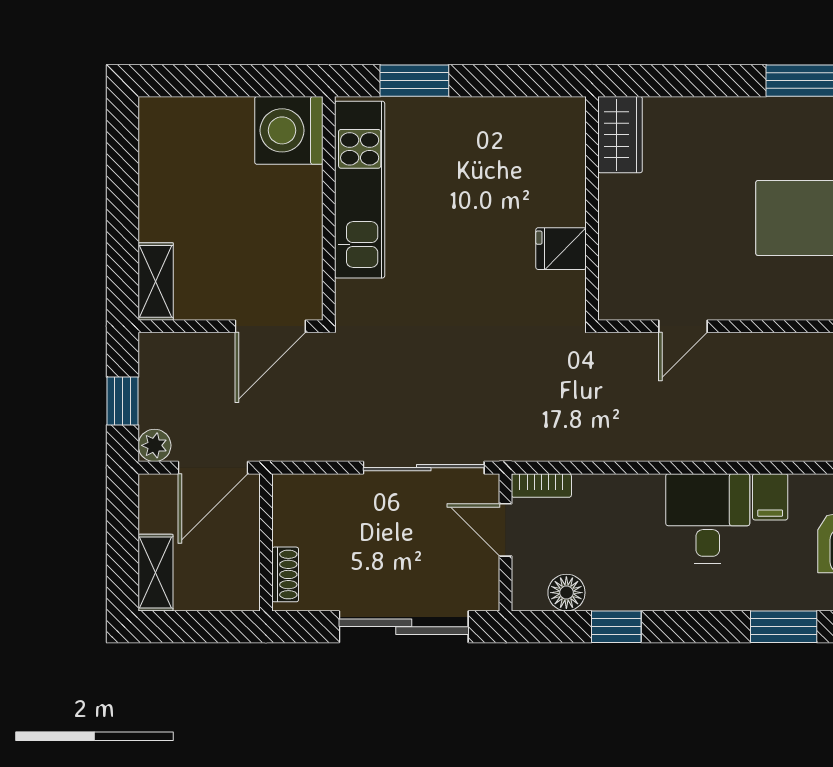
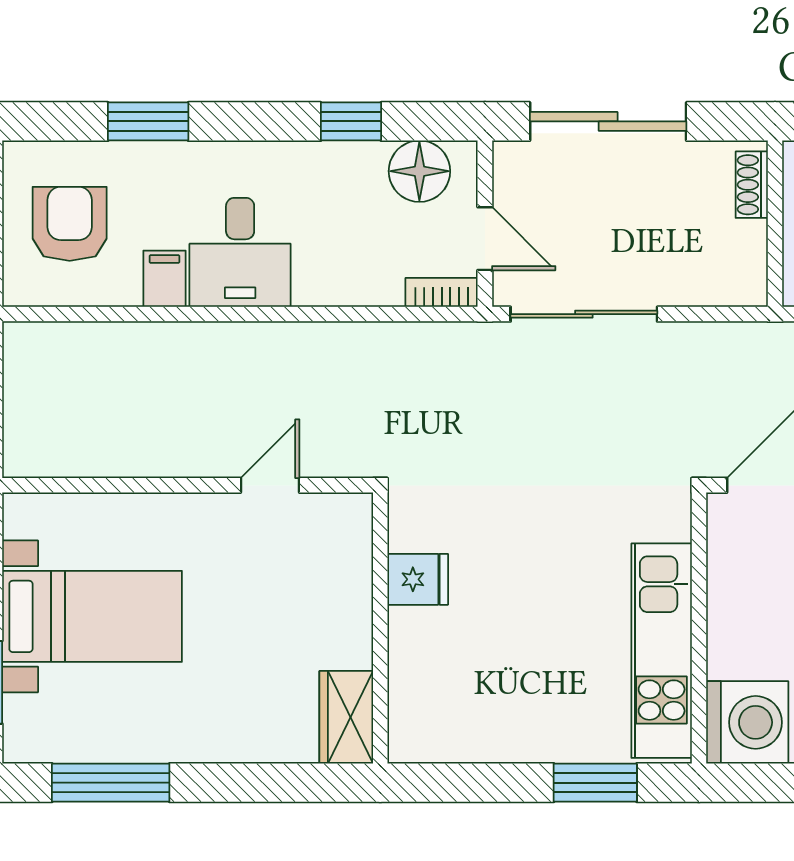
floor lamp: (566, 593) -> (419, 171), width x1.38, depth x1.38

